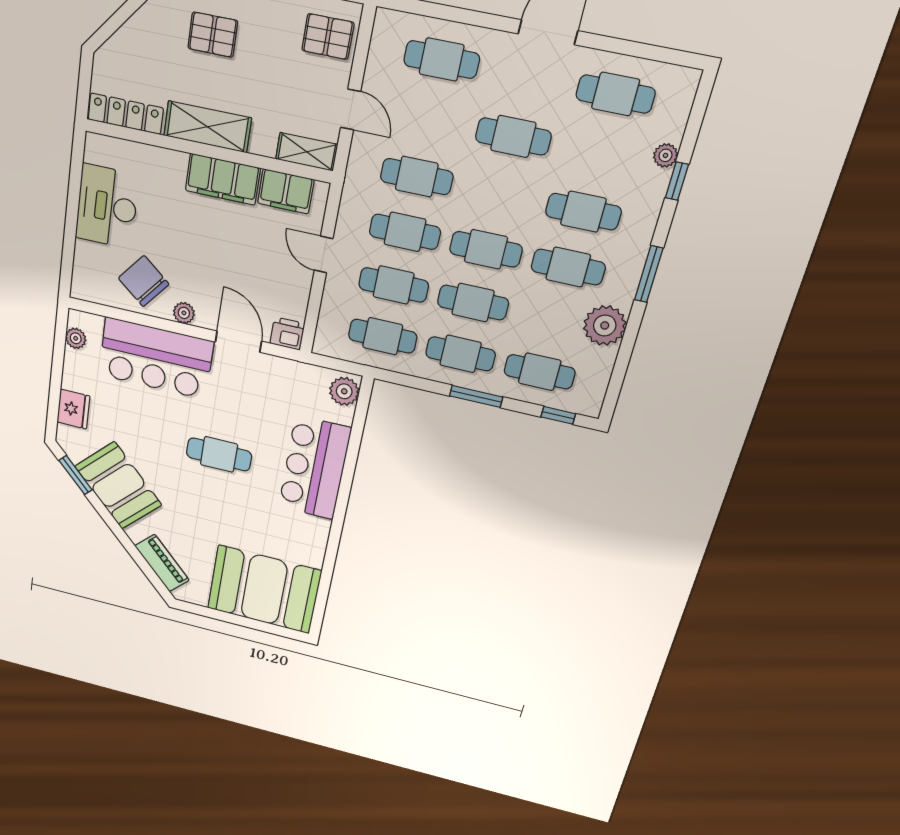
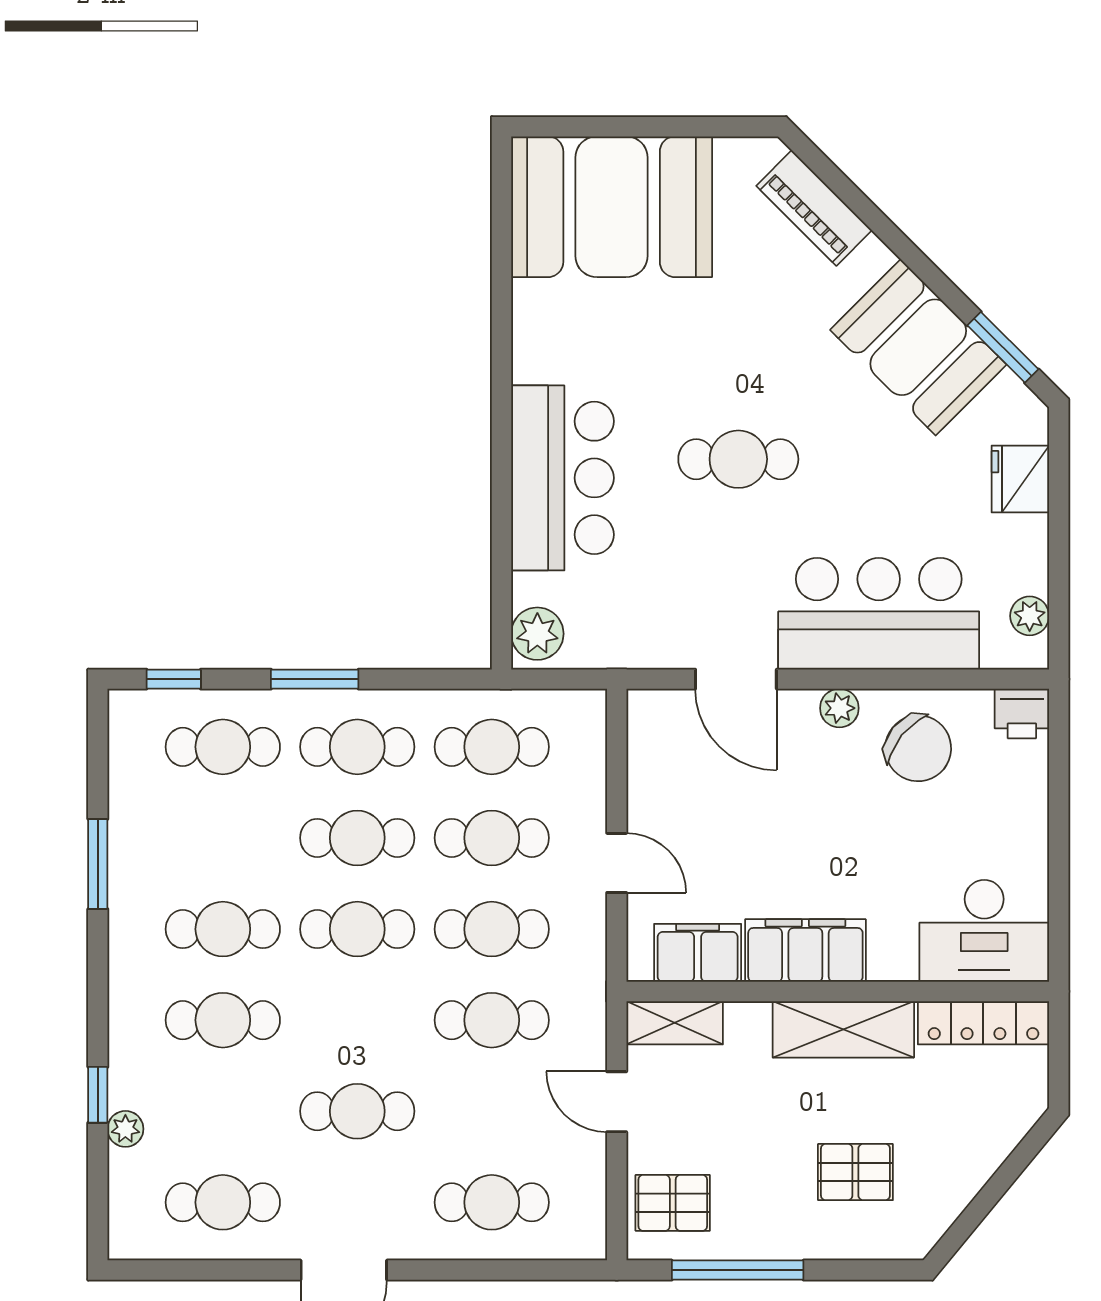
desk: (107, 206) -> (984, 931), moved, turned 90
window: (649, 274) -> (98, 864), moved
plant: (605, 325) -> (141, 848), removed
printer: (287, 334) -> (1022, 714), moved

